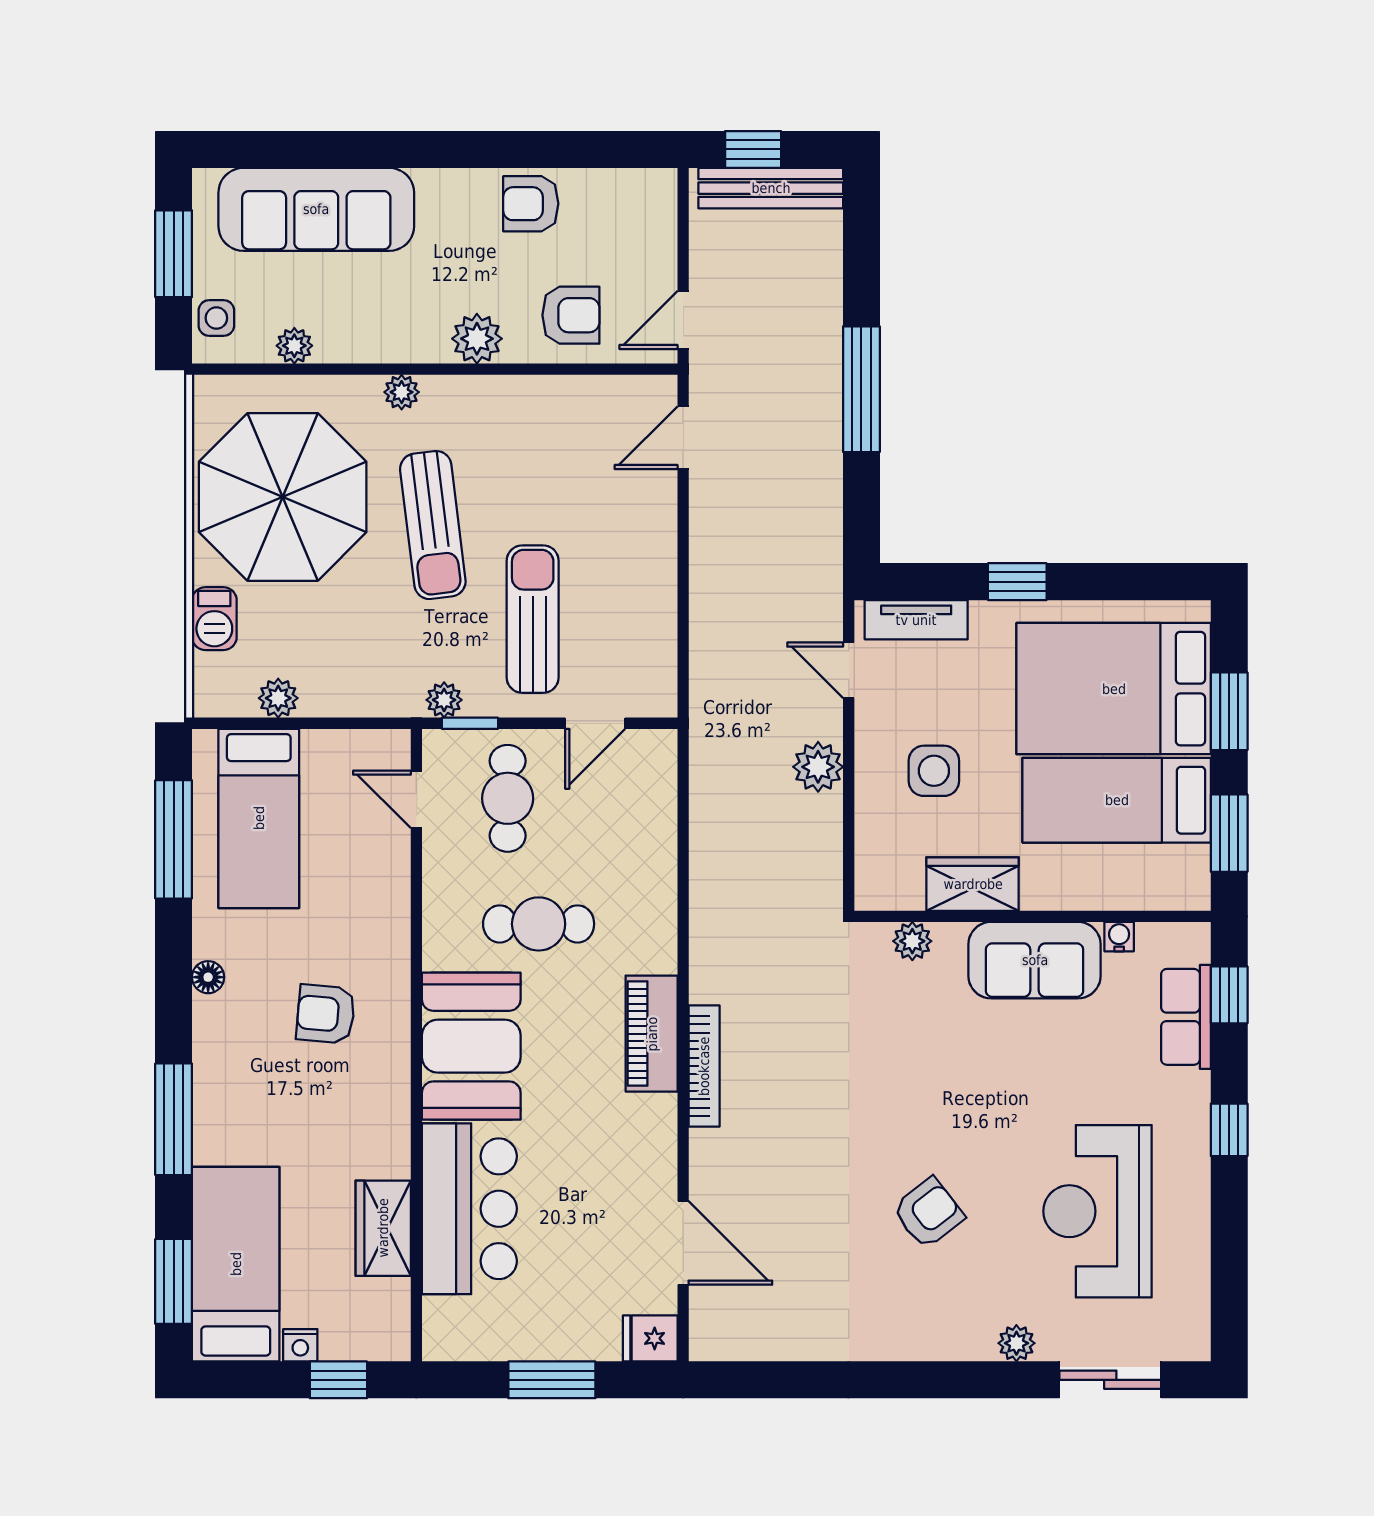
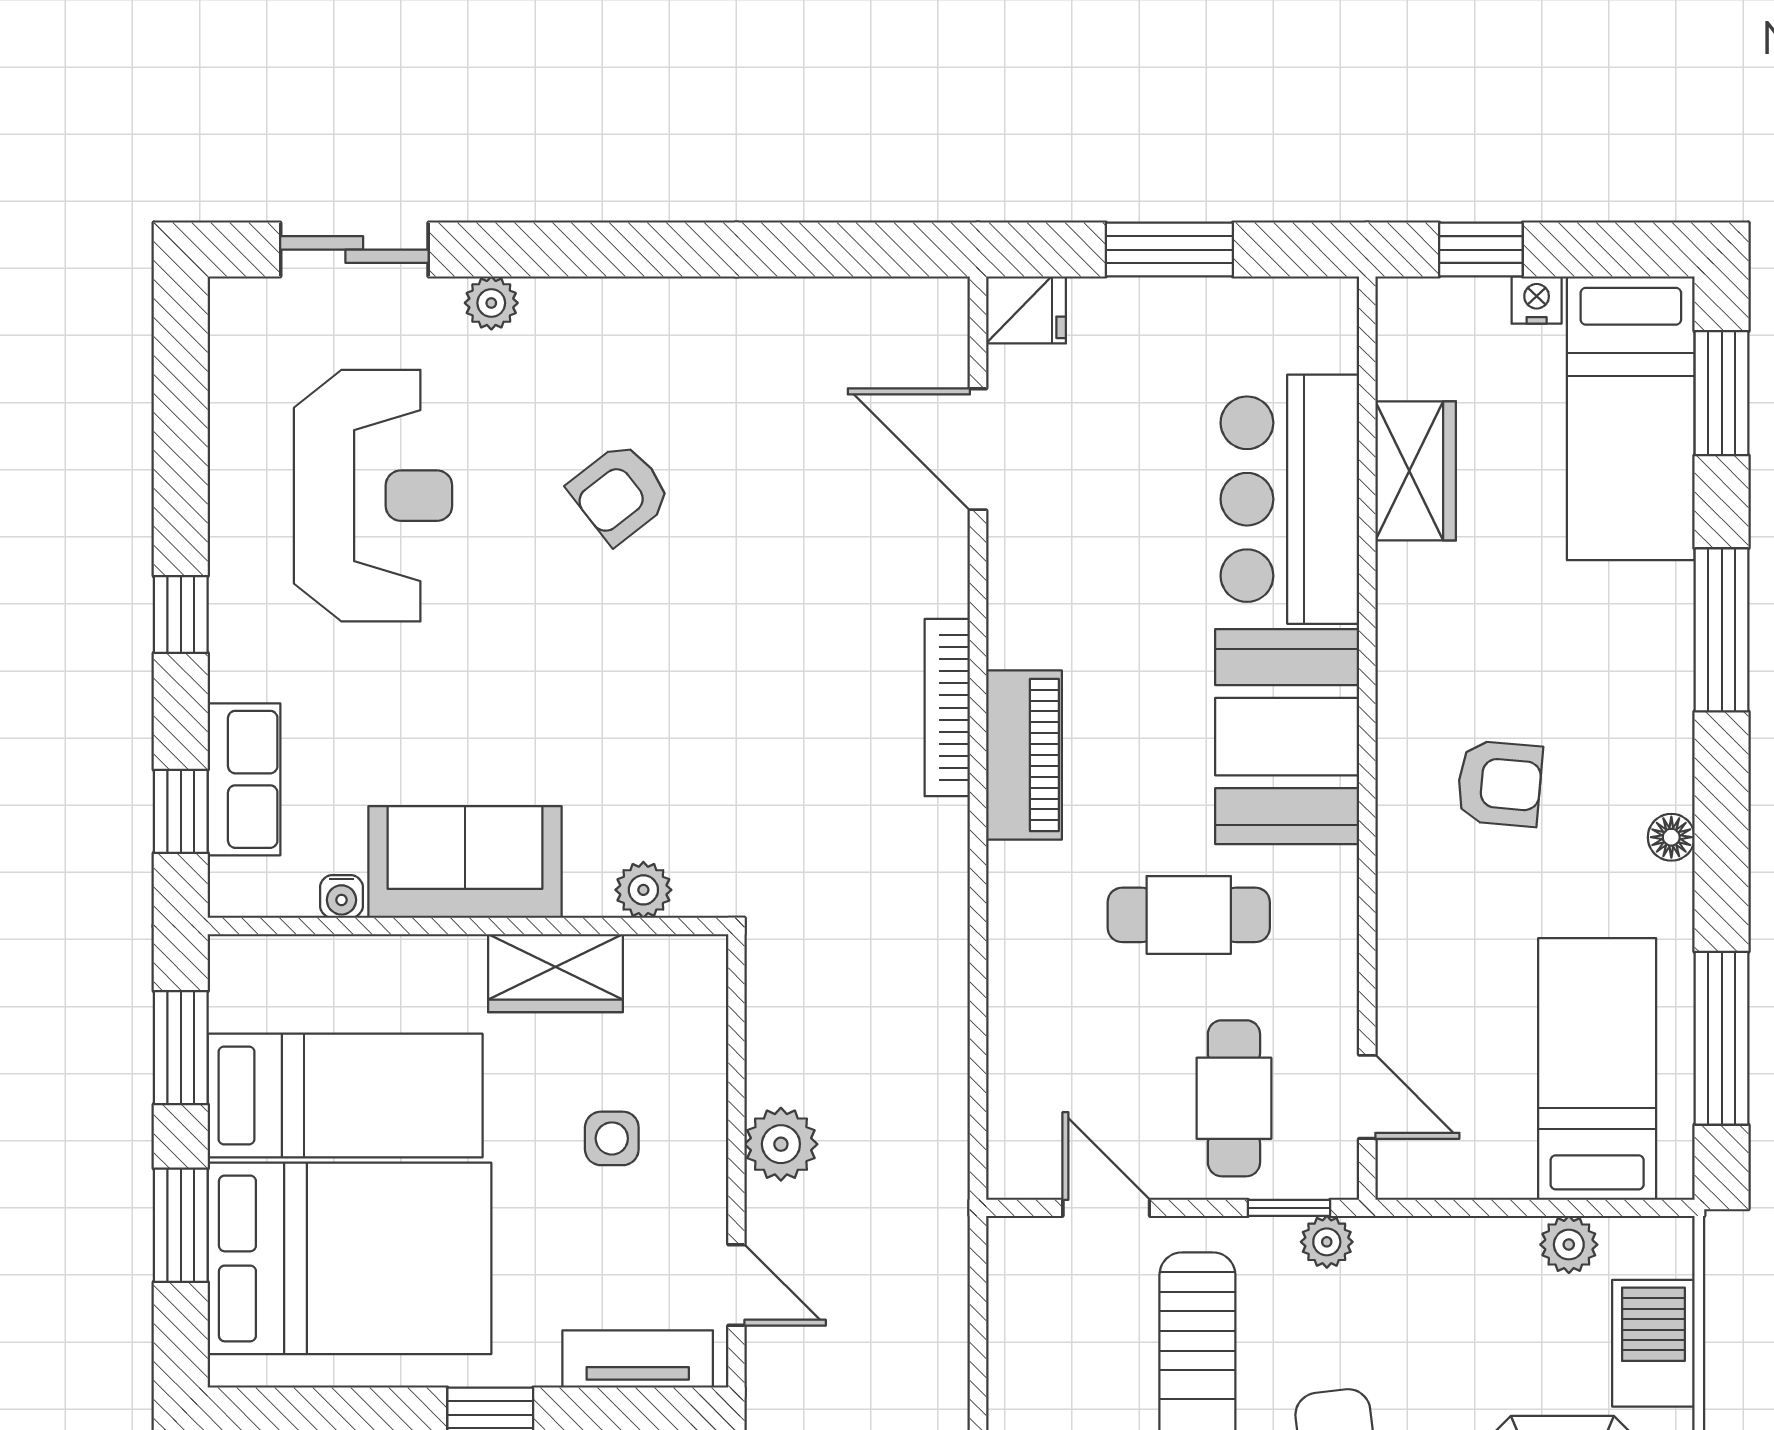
barbecue: (214, 619) -> (1653, 1343), width x1.38, depth x1.27
door: (595, 723) -> (1106, 1208), hinge flipped
side table: (934, 771) -> (612, 1138), width x0.73, depth x0.73

